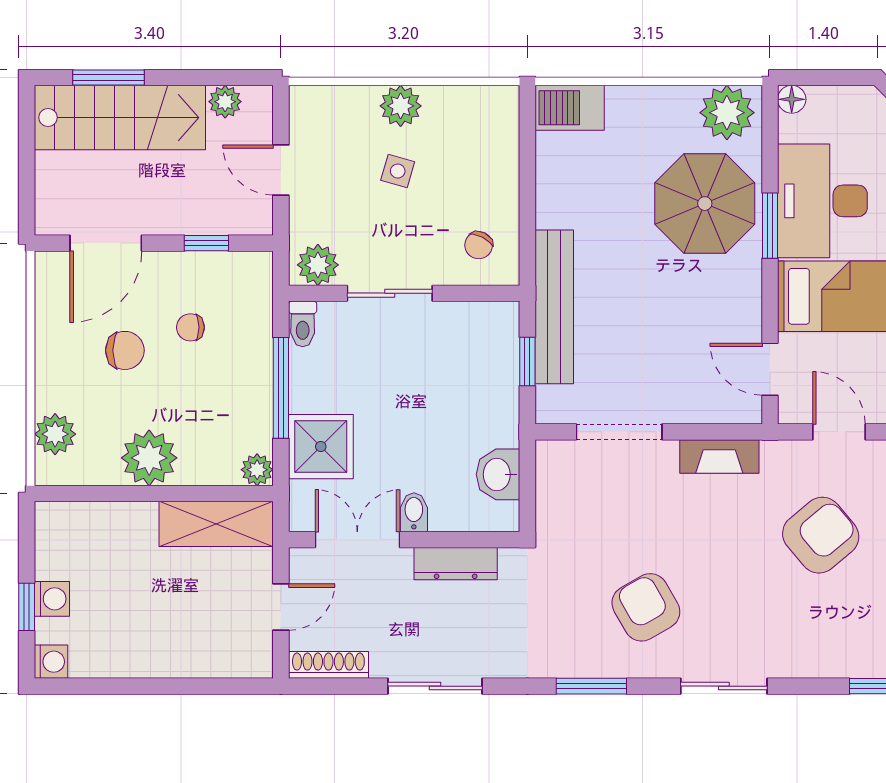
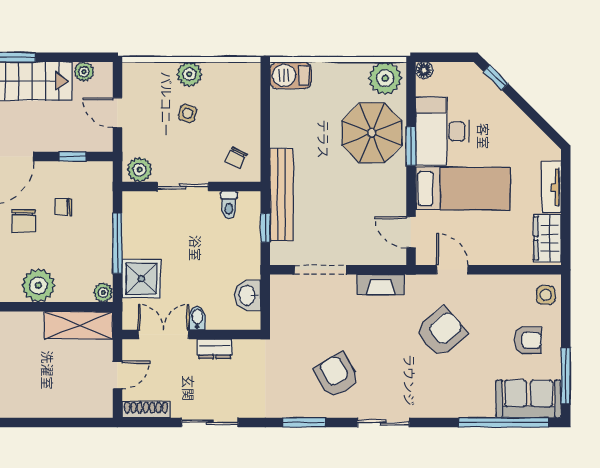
toilet: (303, 324) -> (229, 205), moved
chair: (125, 350) -> (24, 221), turned 90
dresser: (456, 564) -> (215, 349), width x0.70

